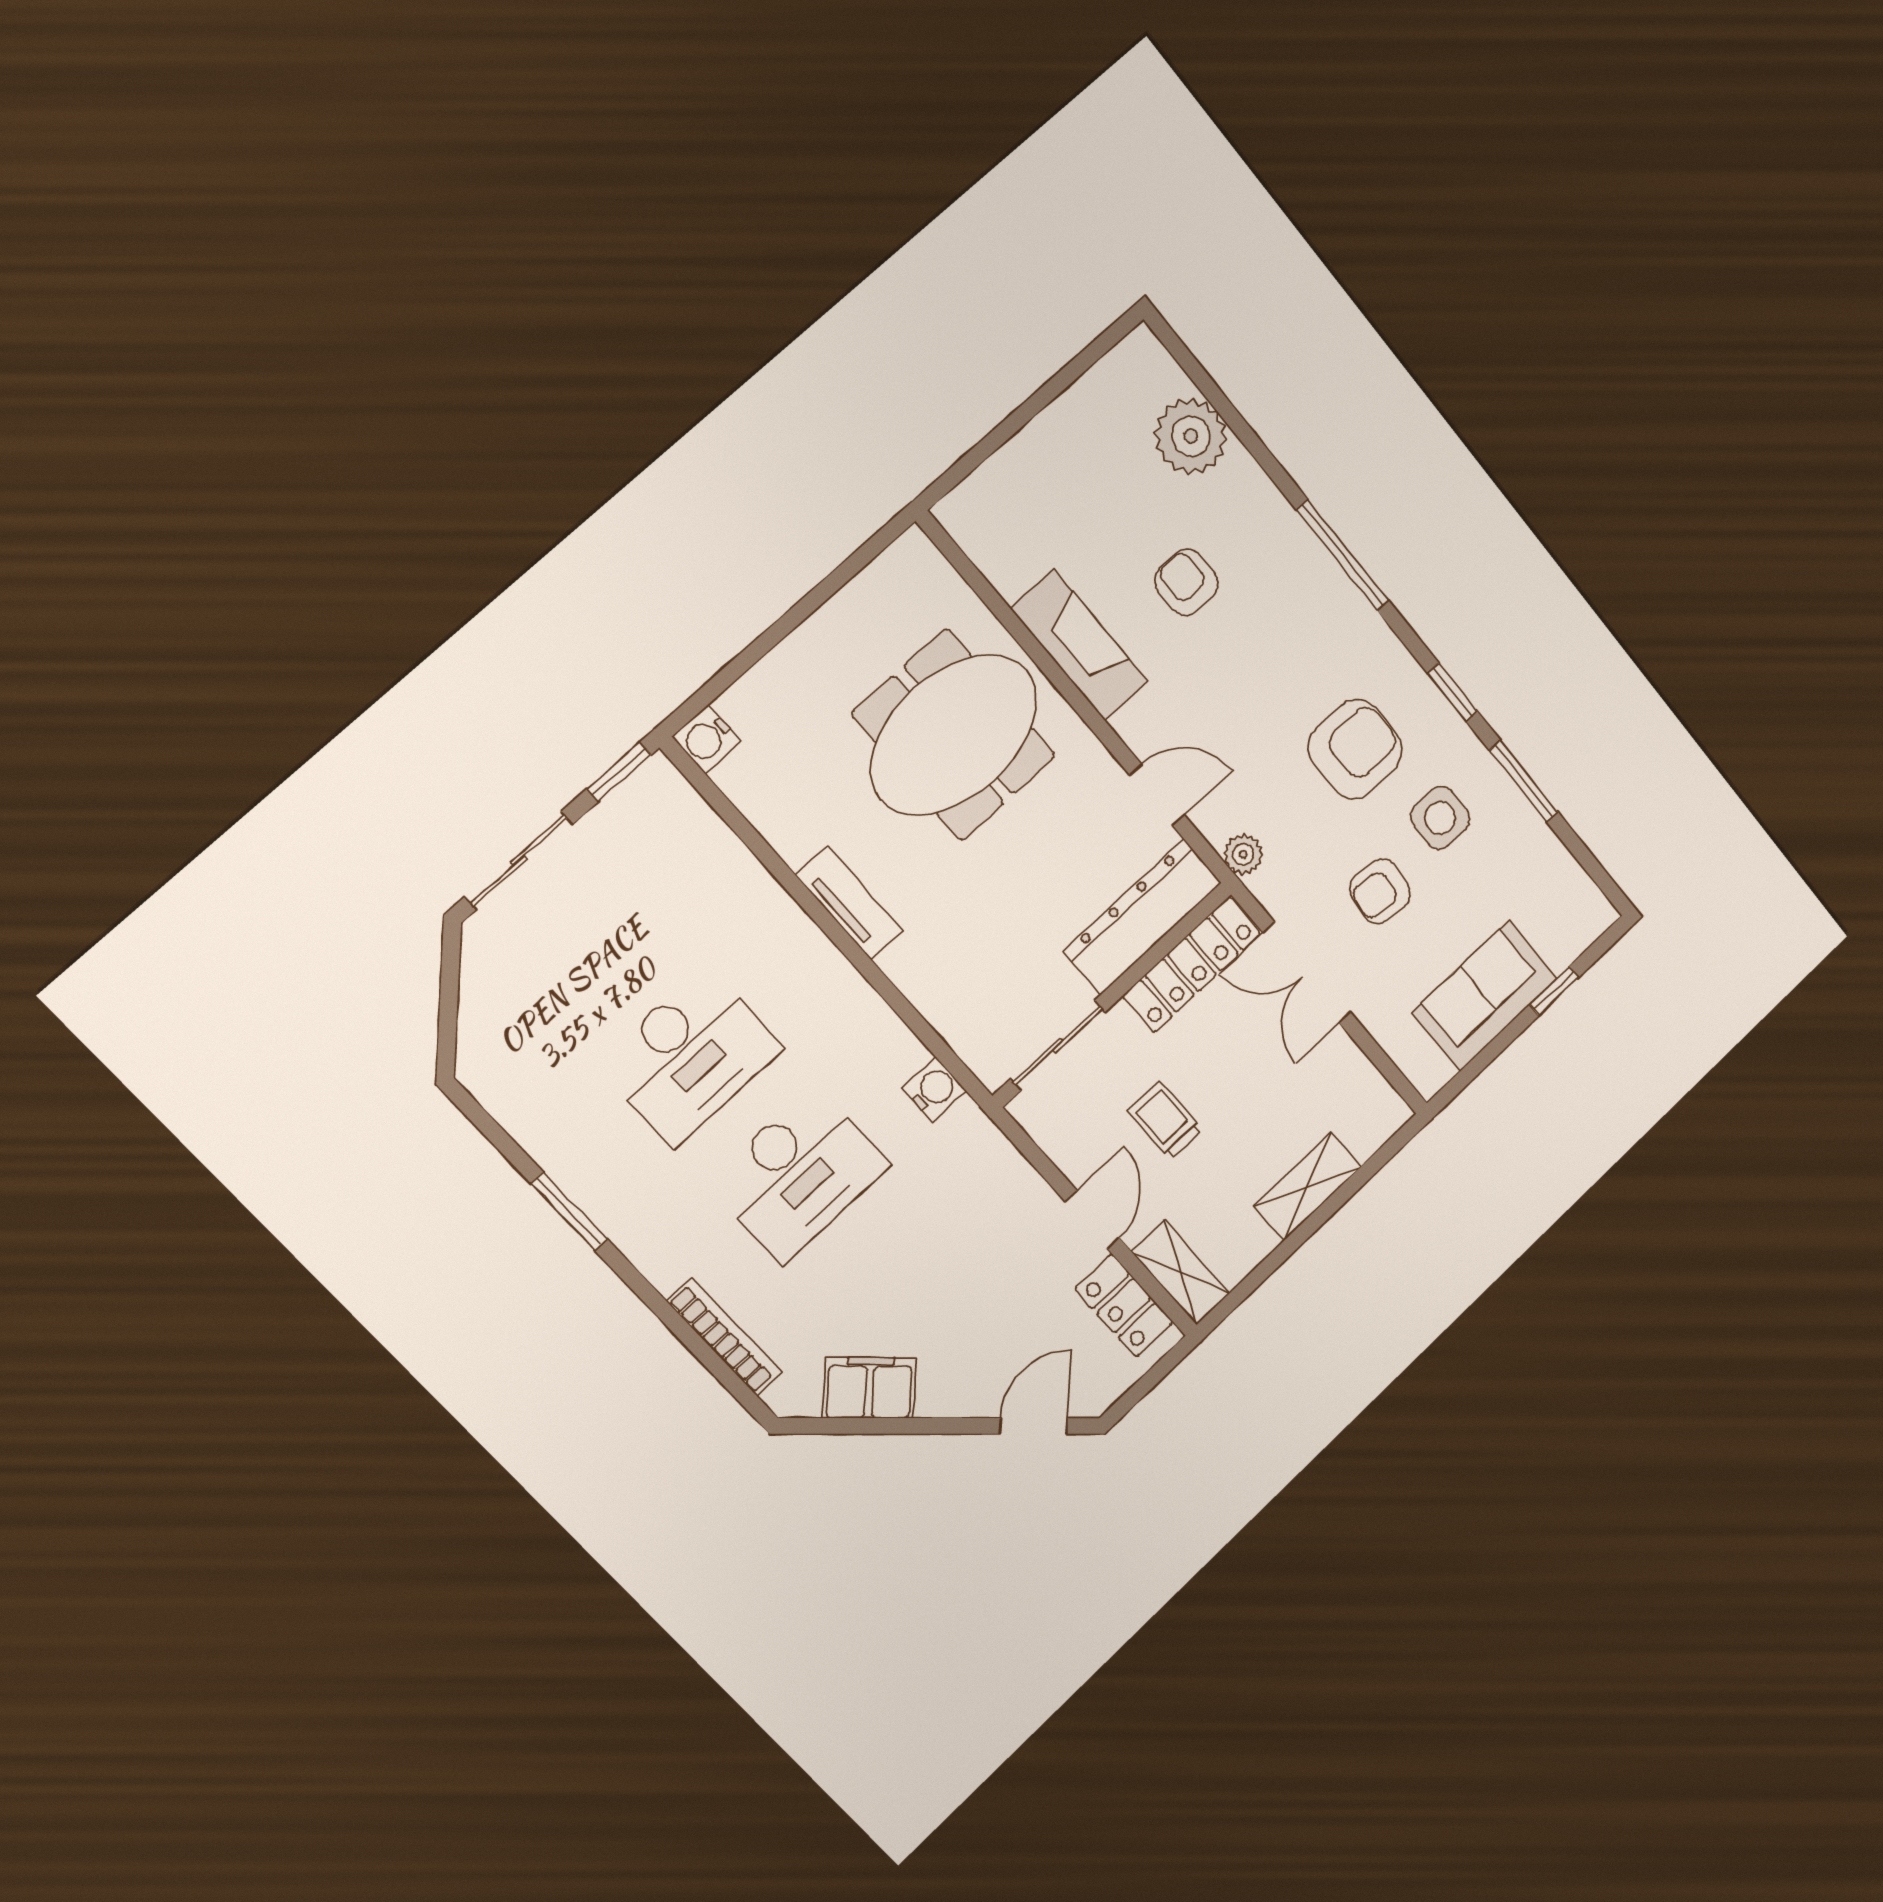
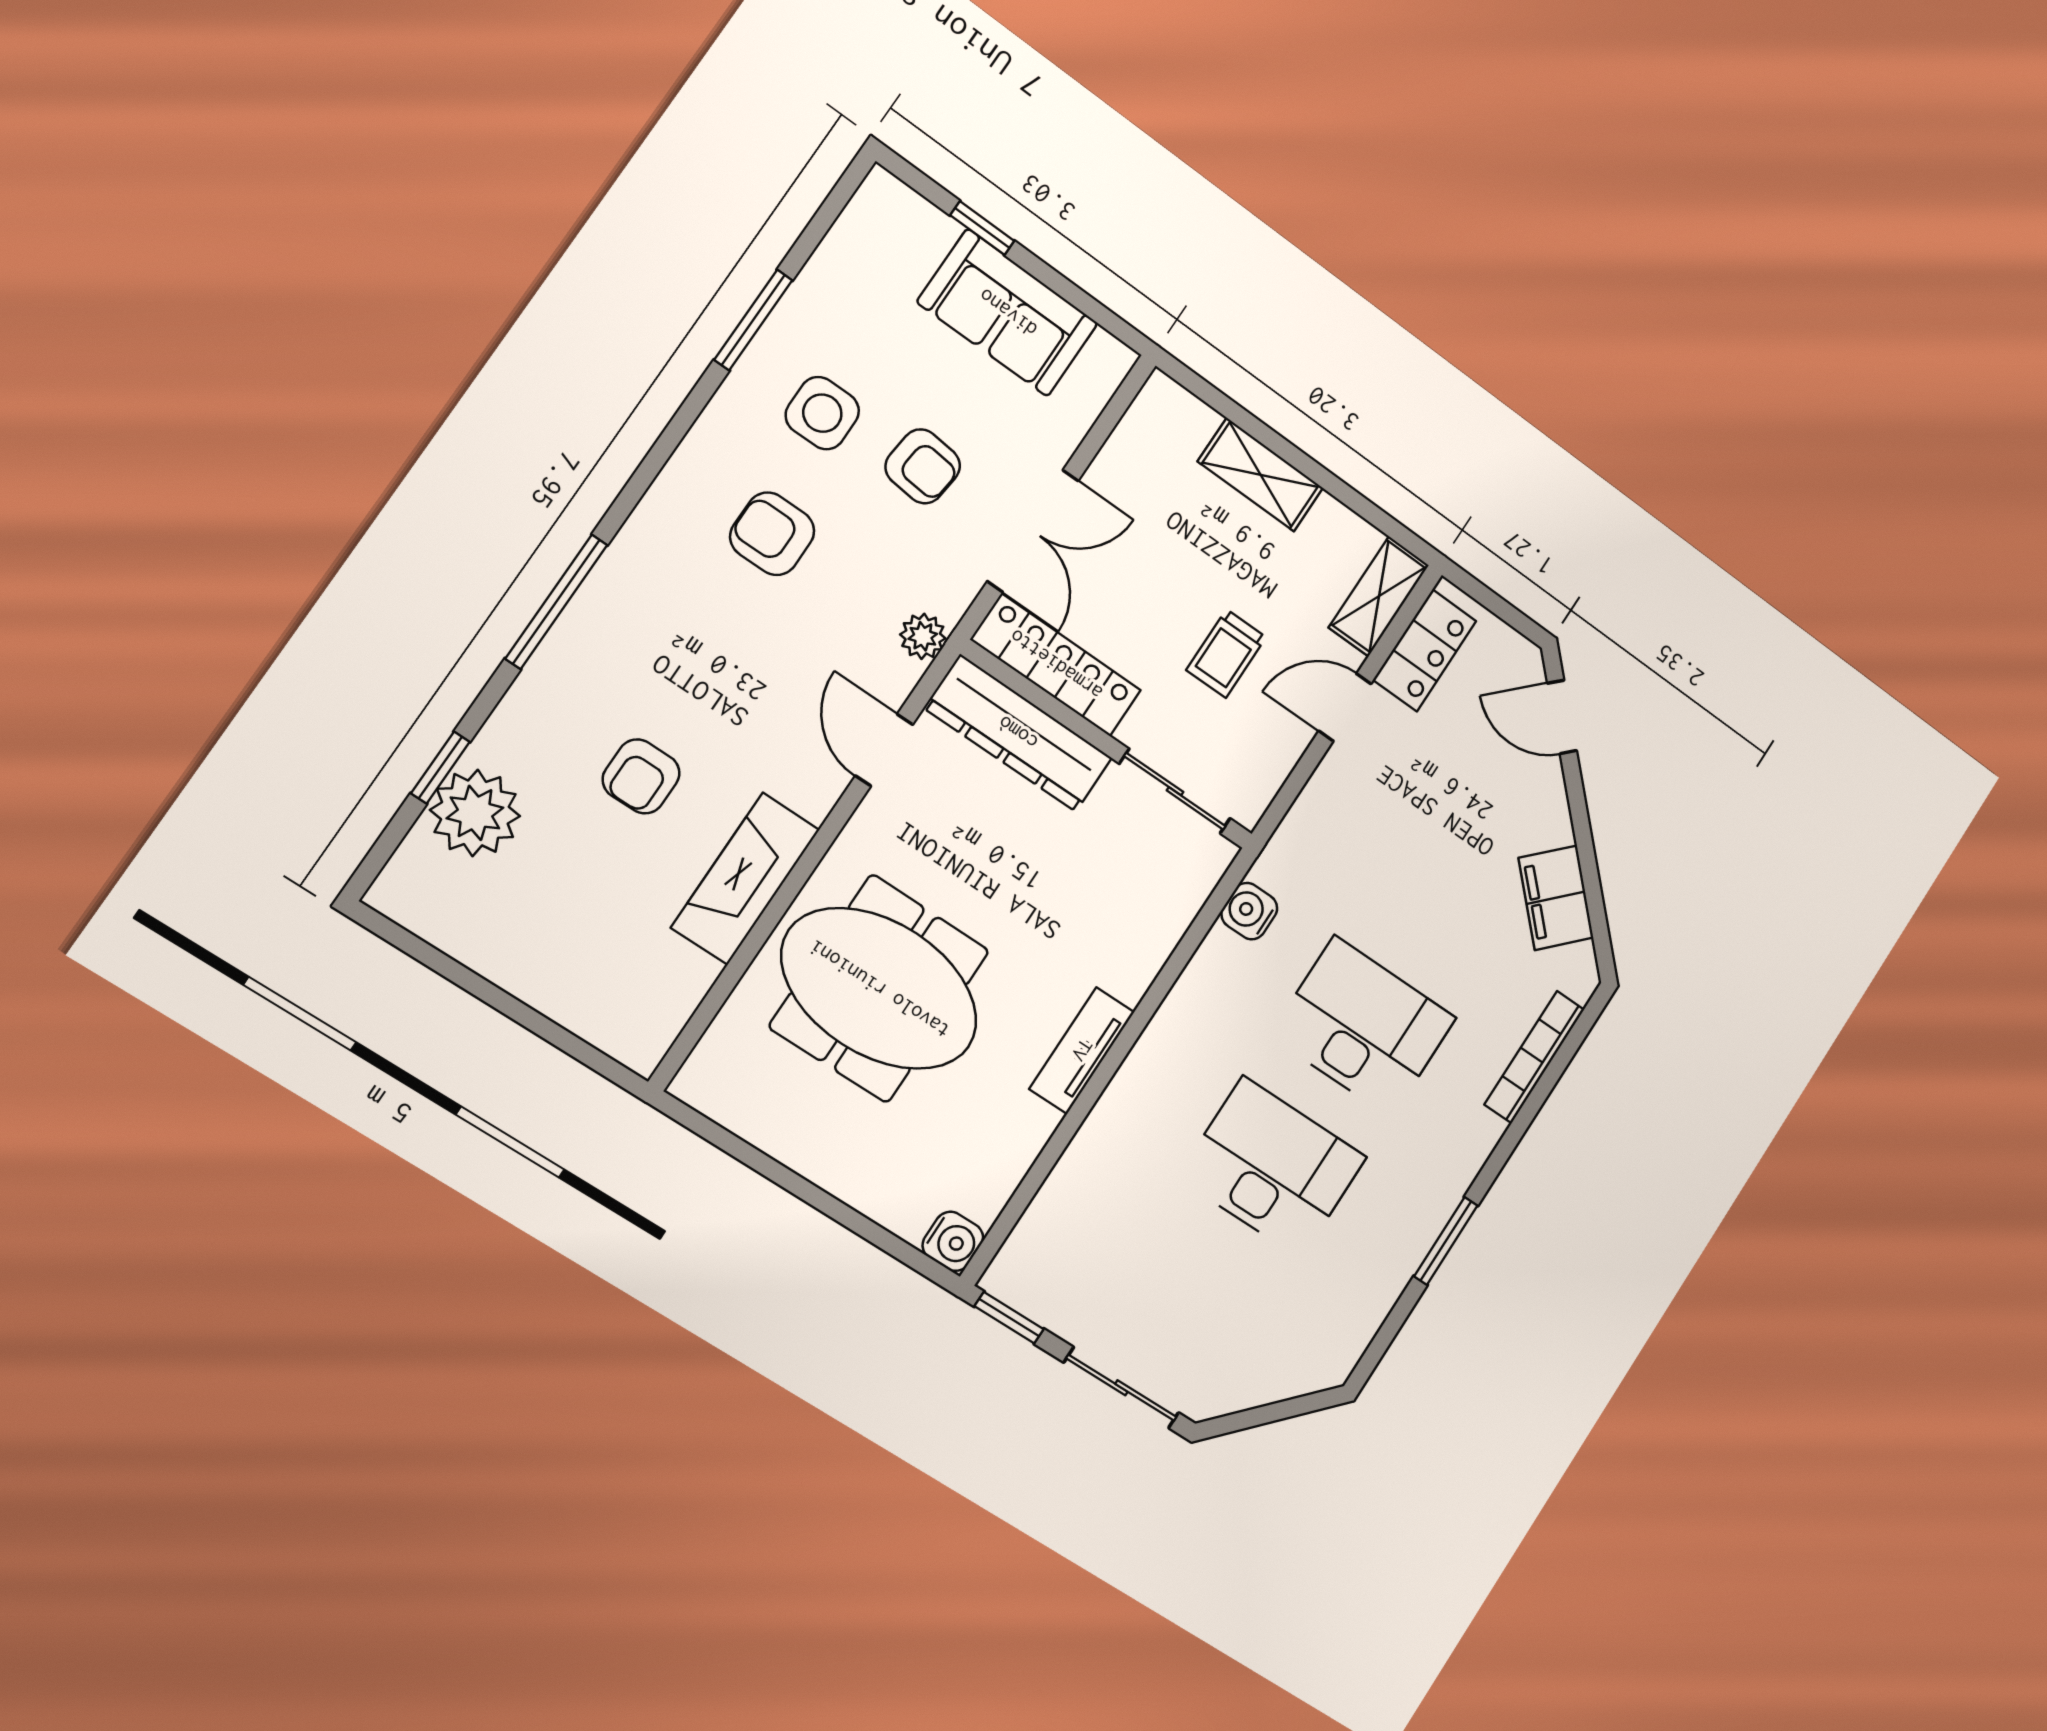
window: (1452, 692) -> (440, 768), moved
armchair: (1355, 749) -> (772, 534), width x0.72, depth x0.72

